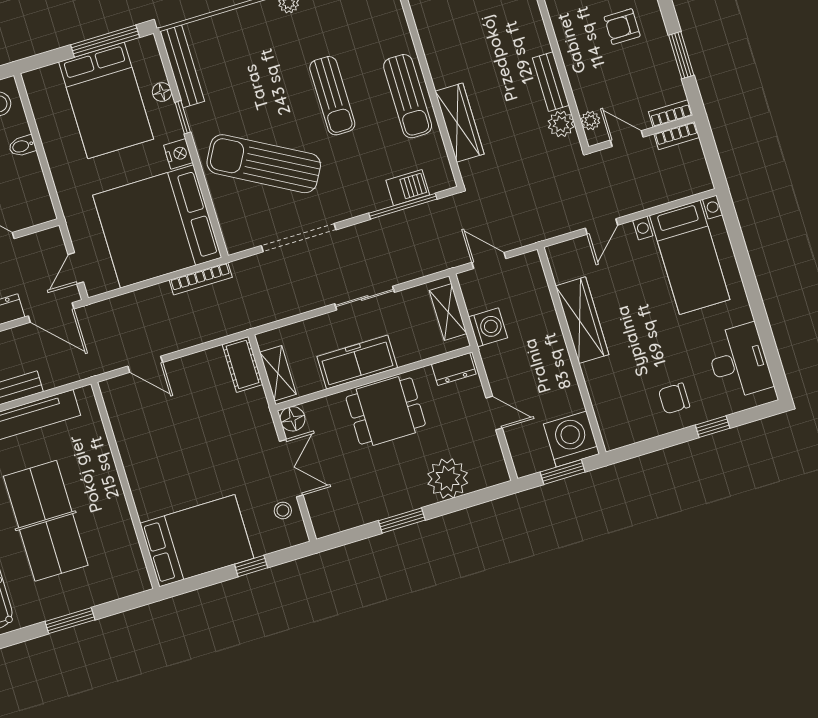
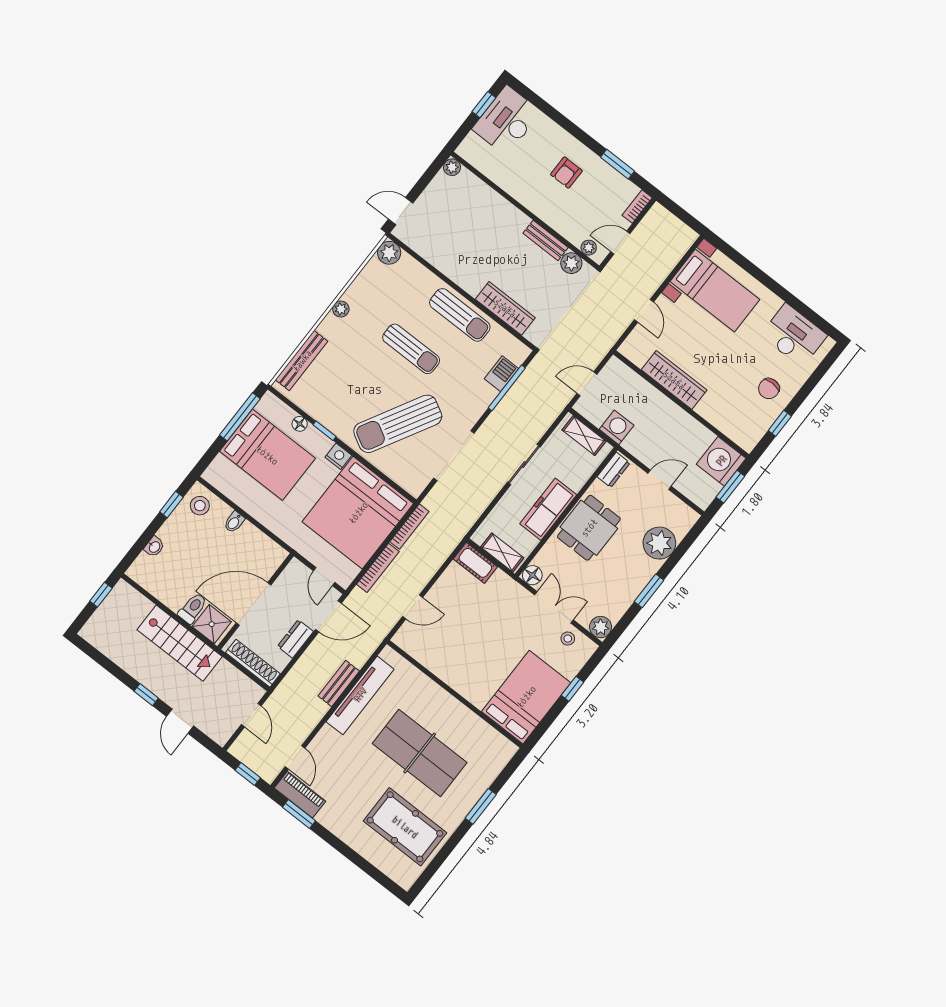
bench: (182, 66) -> (302, 361), moved, turned 90
bookcase: (677, 136) -> (378, 568), moved, width x1.56
window: (713, 427) -> (780, 423), moved
plant: (325, 523) -> (601, 627), added

